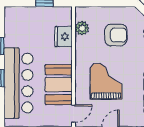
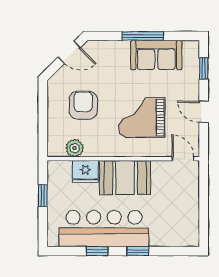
bar counter: (18, 83) -> (104, 229), moved
booth: (59, 85) -> (125, 178), moved

